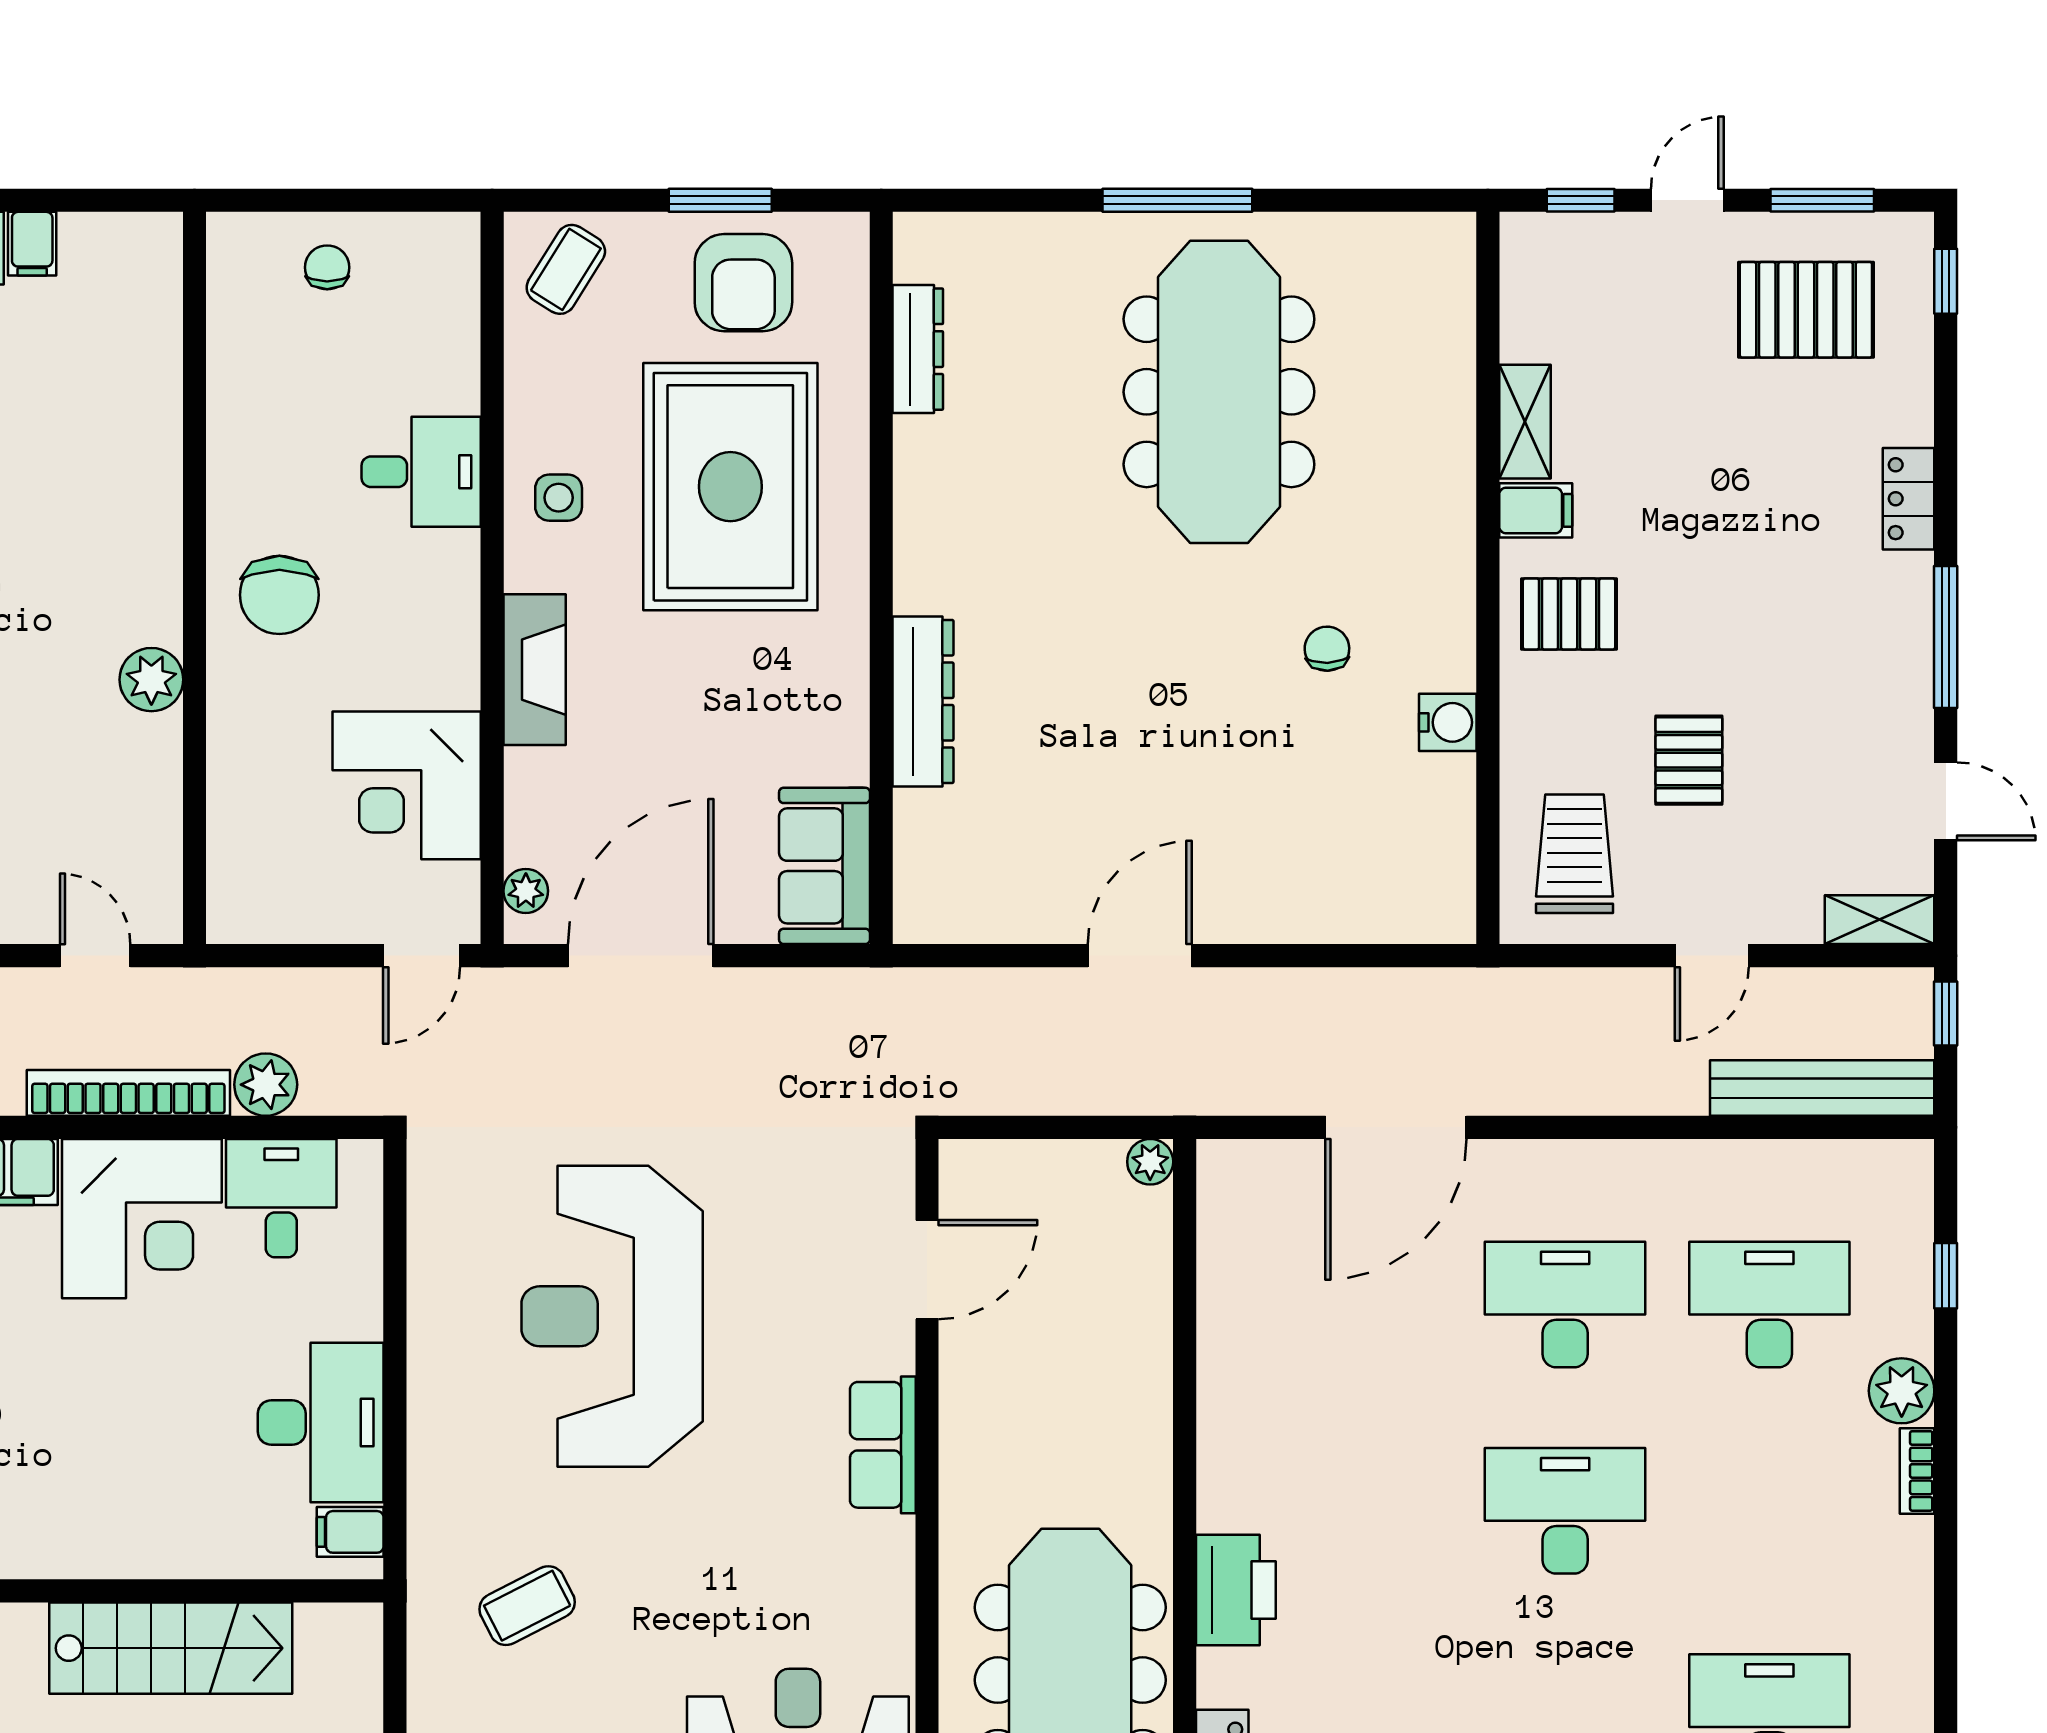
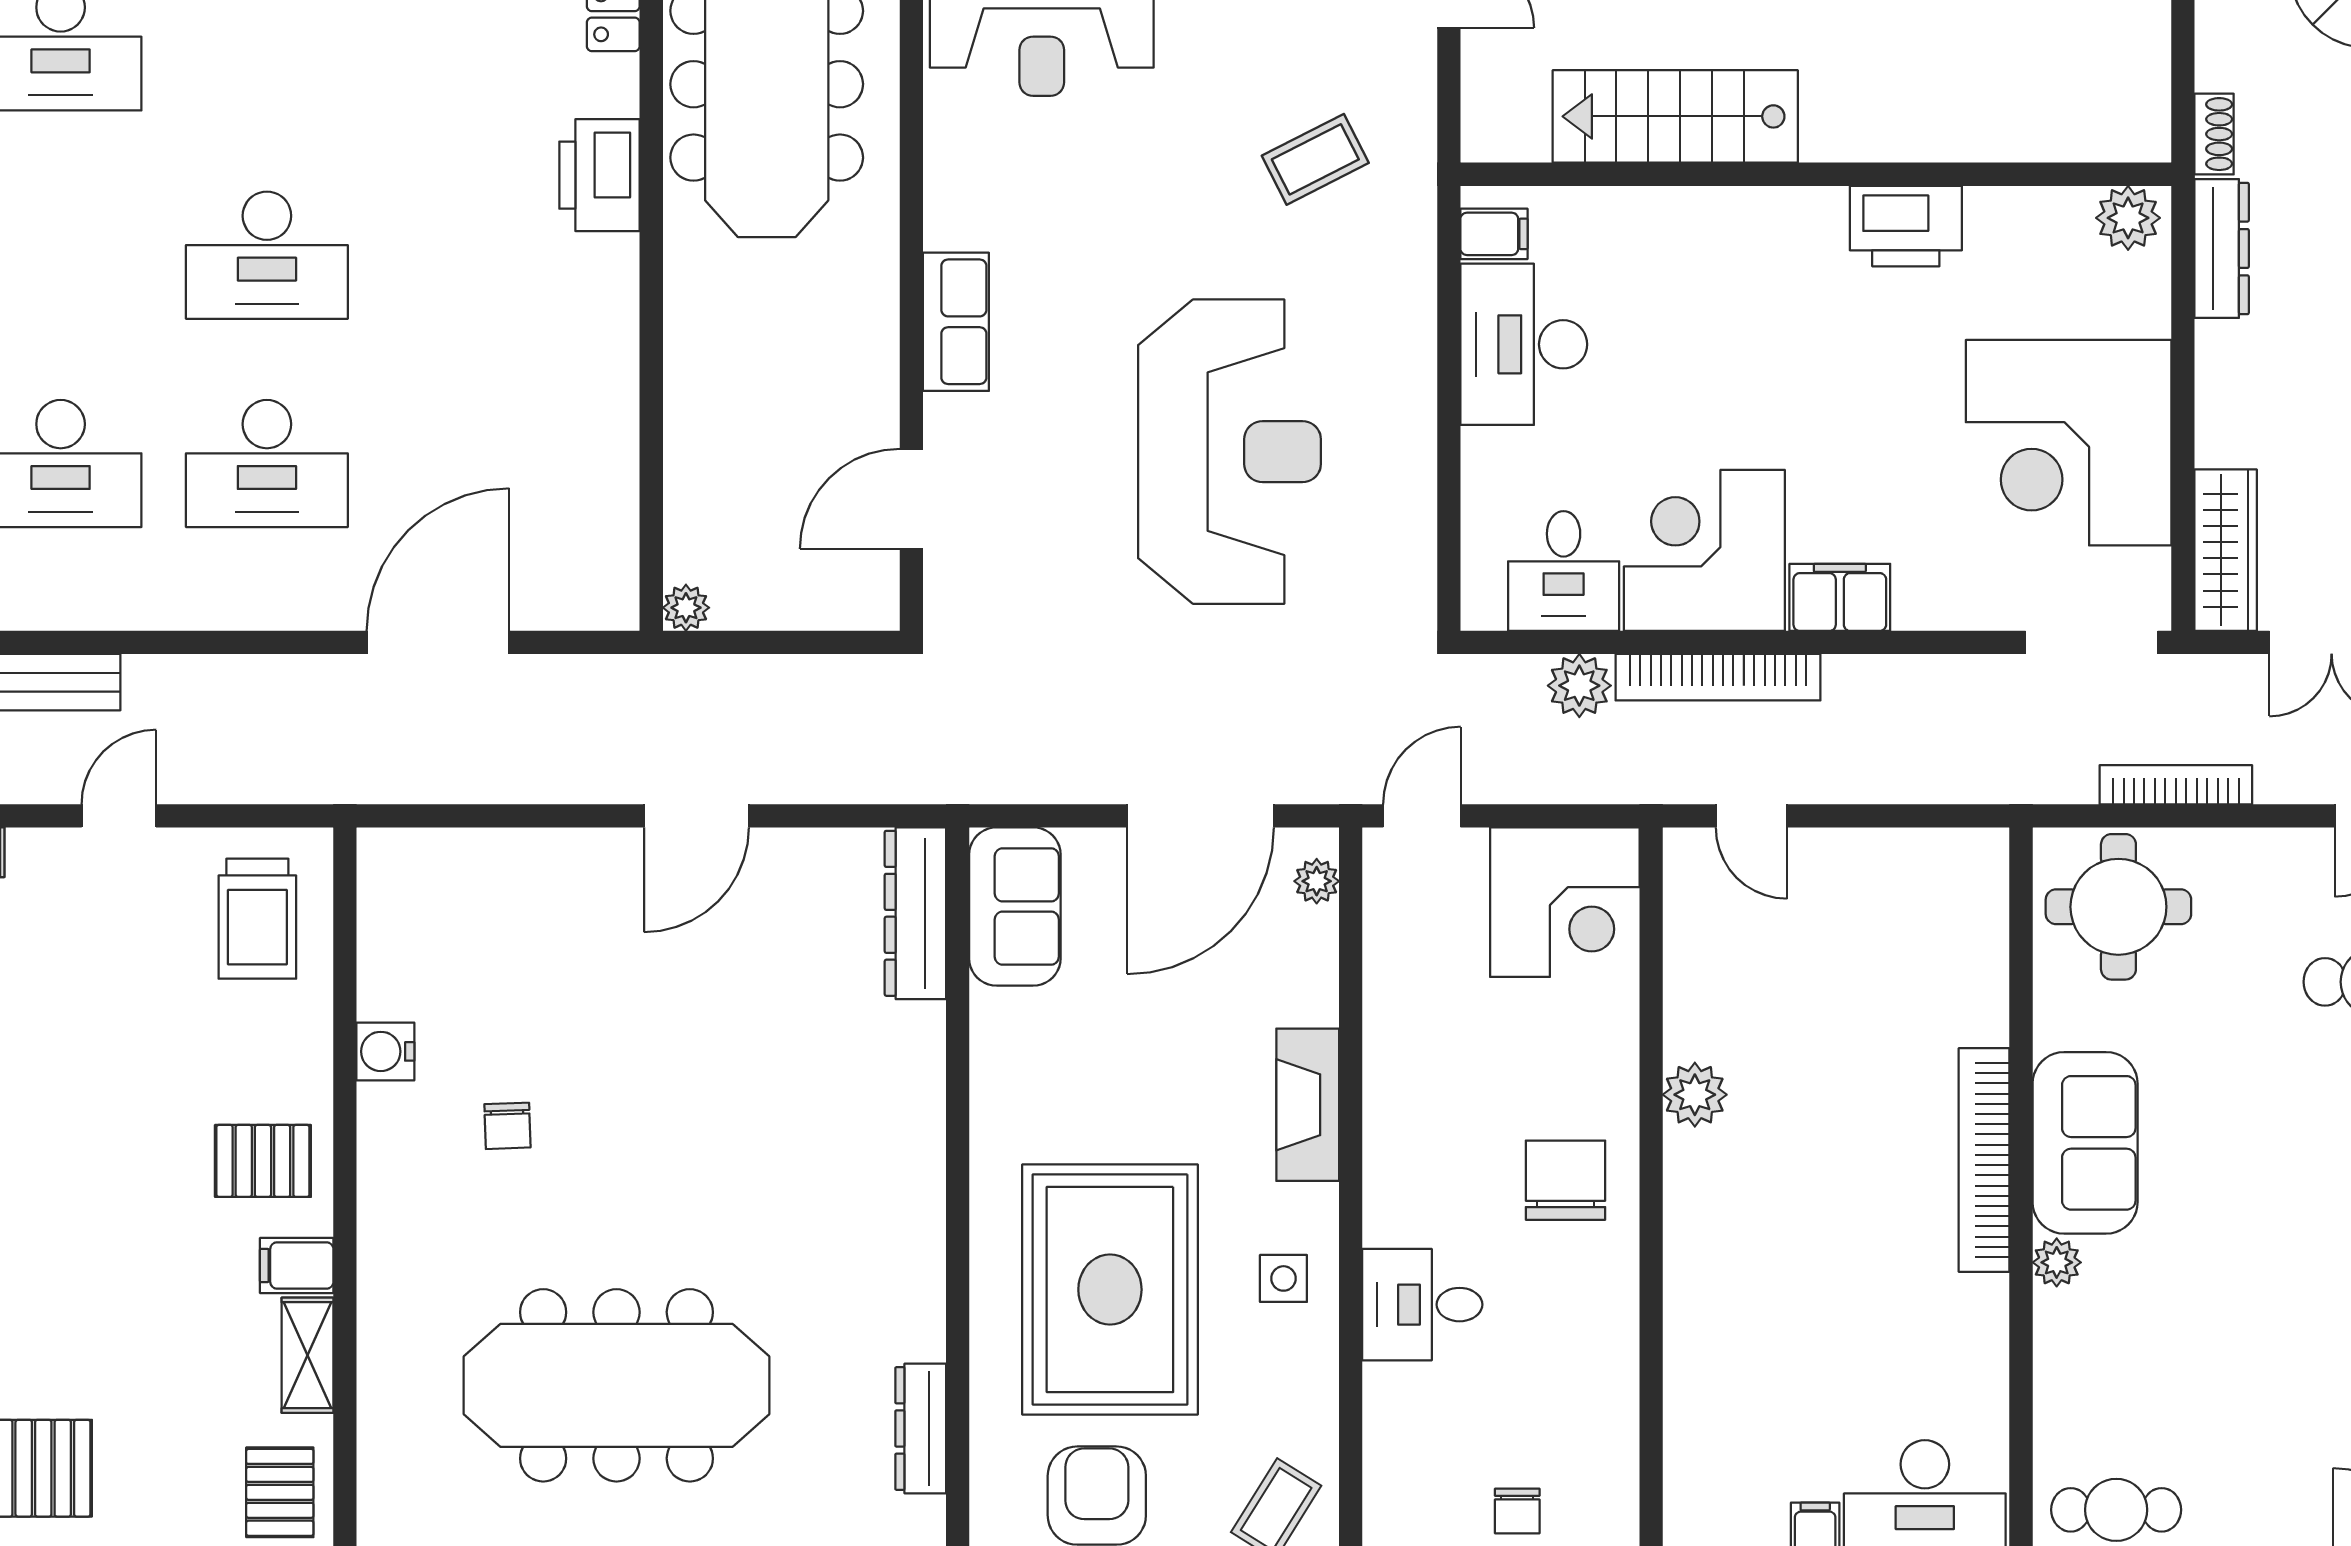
meeting table: (1219, 392) -> (616, 1385), turned 90
dresser: (923, 701) -> (915, 913), moved
pallet: (1689, 760) -> (280, 1492), moved
corner desk: (407, 785) -> (1565, 902), moved, turned 90

